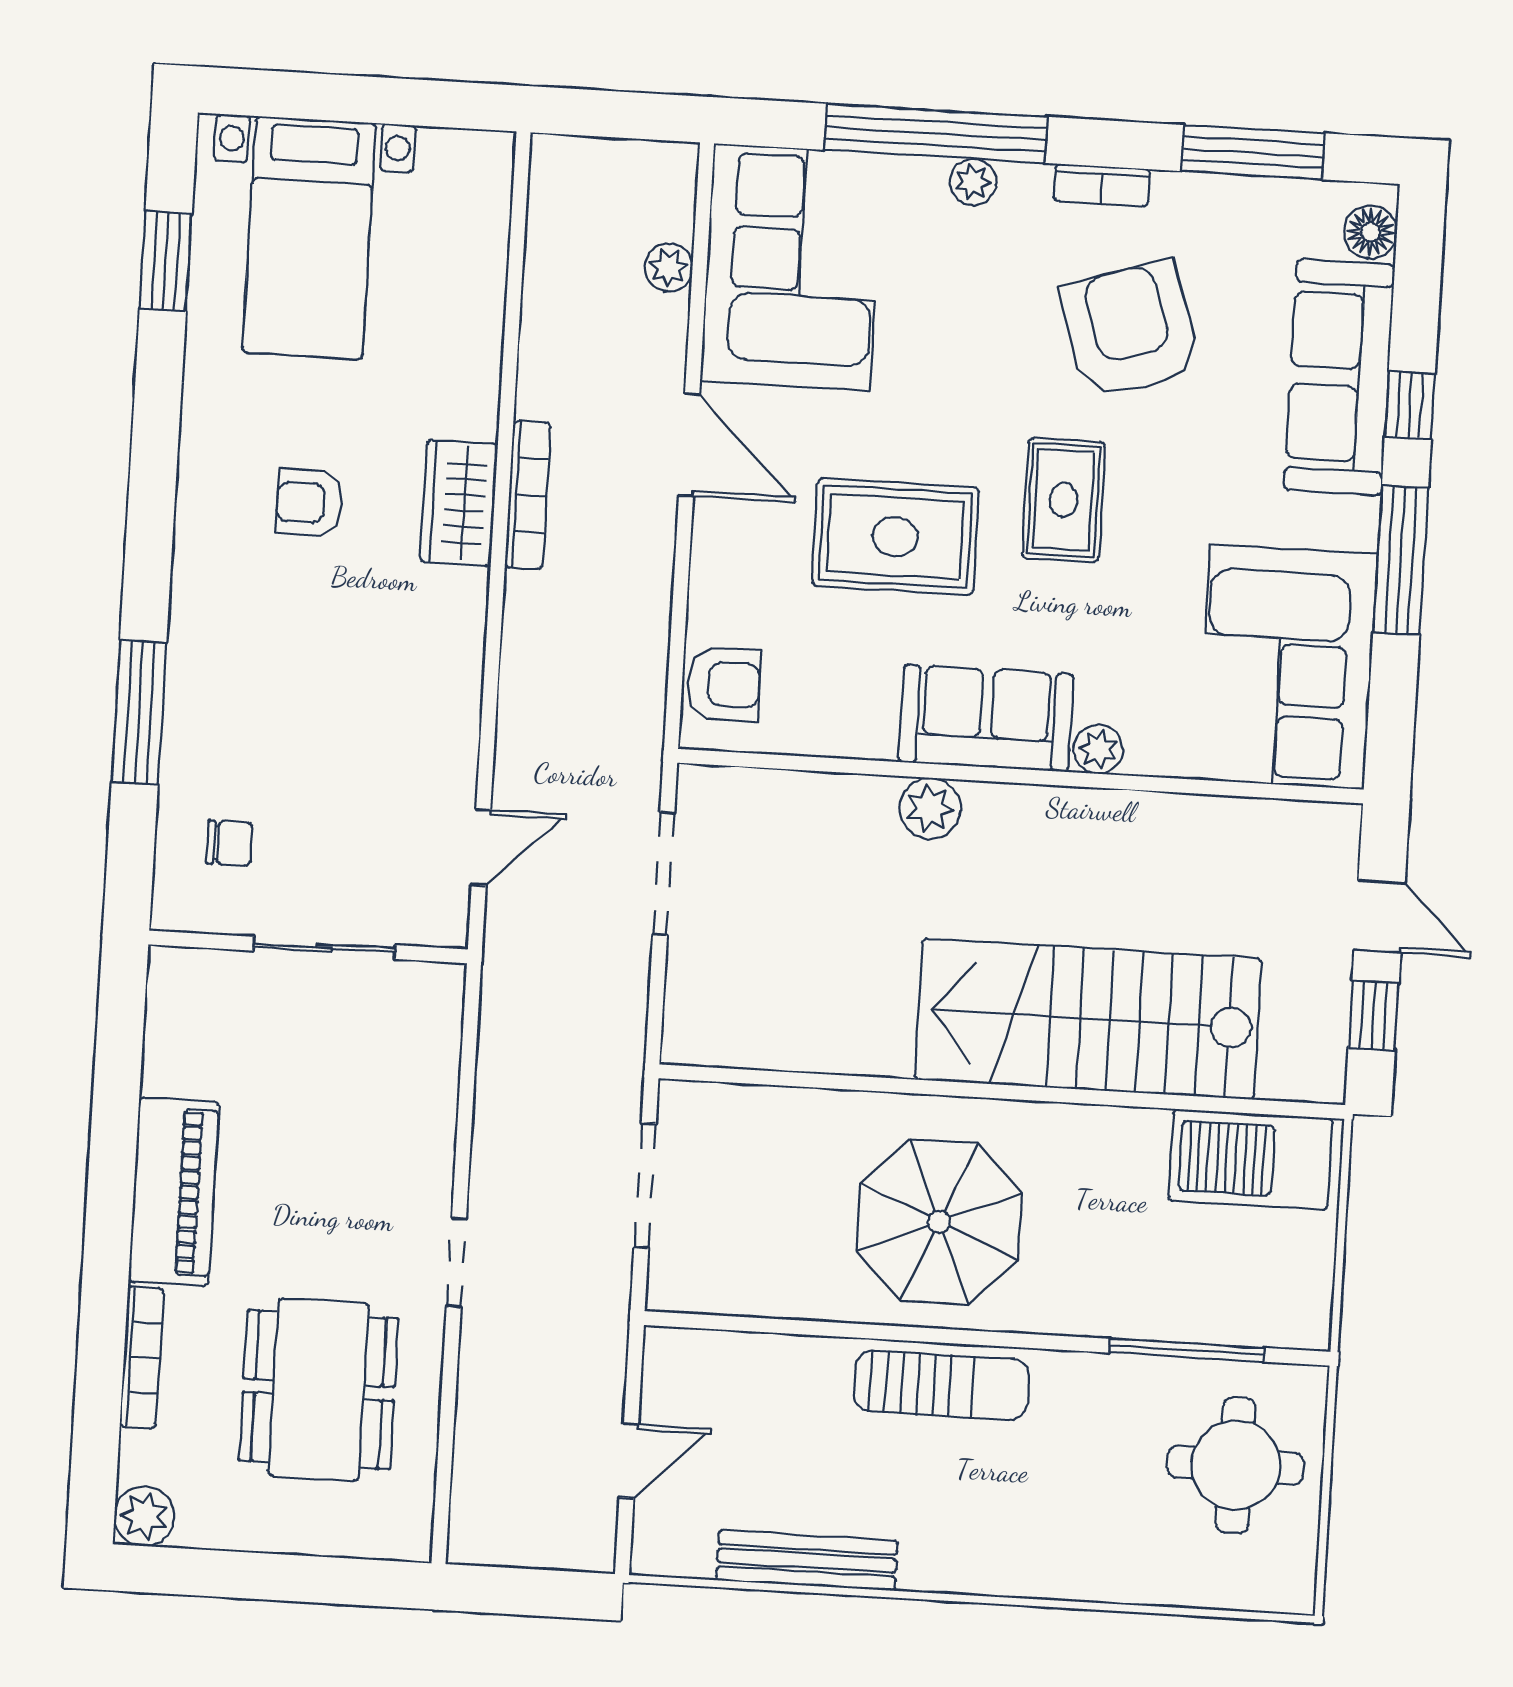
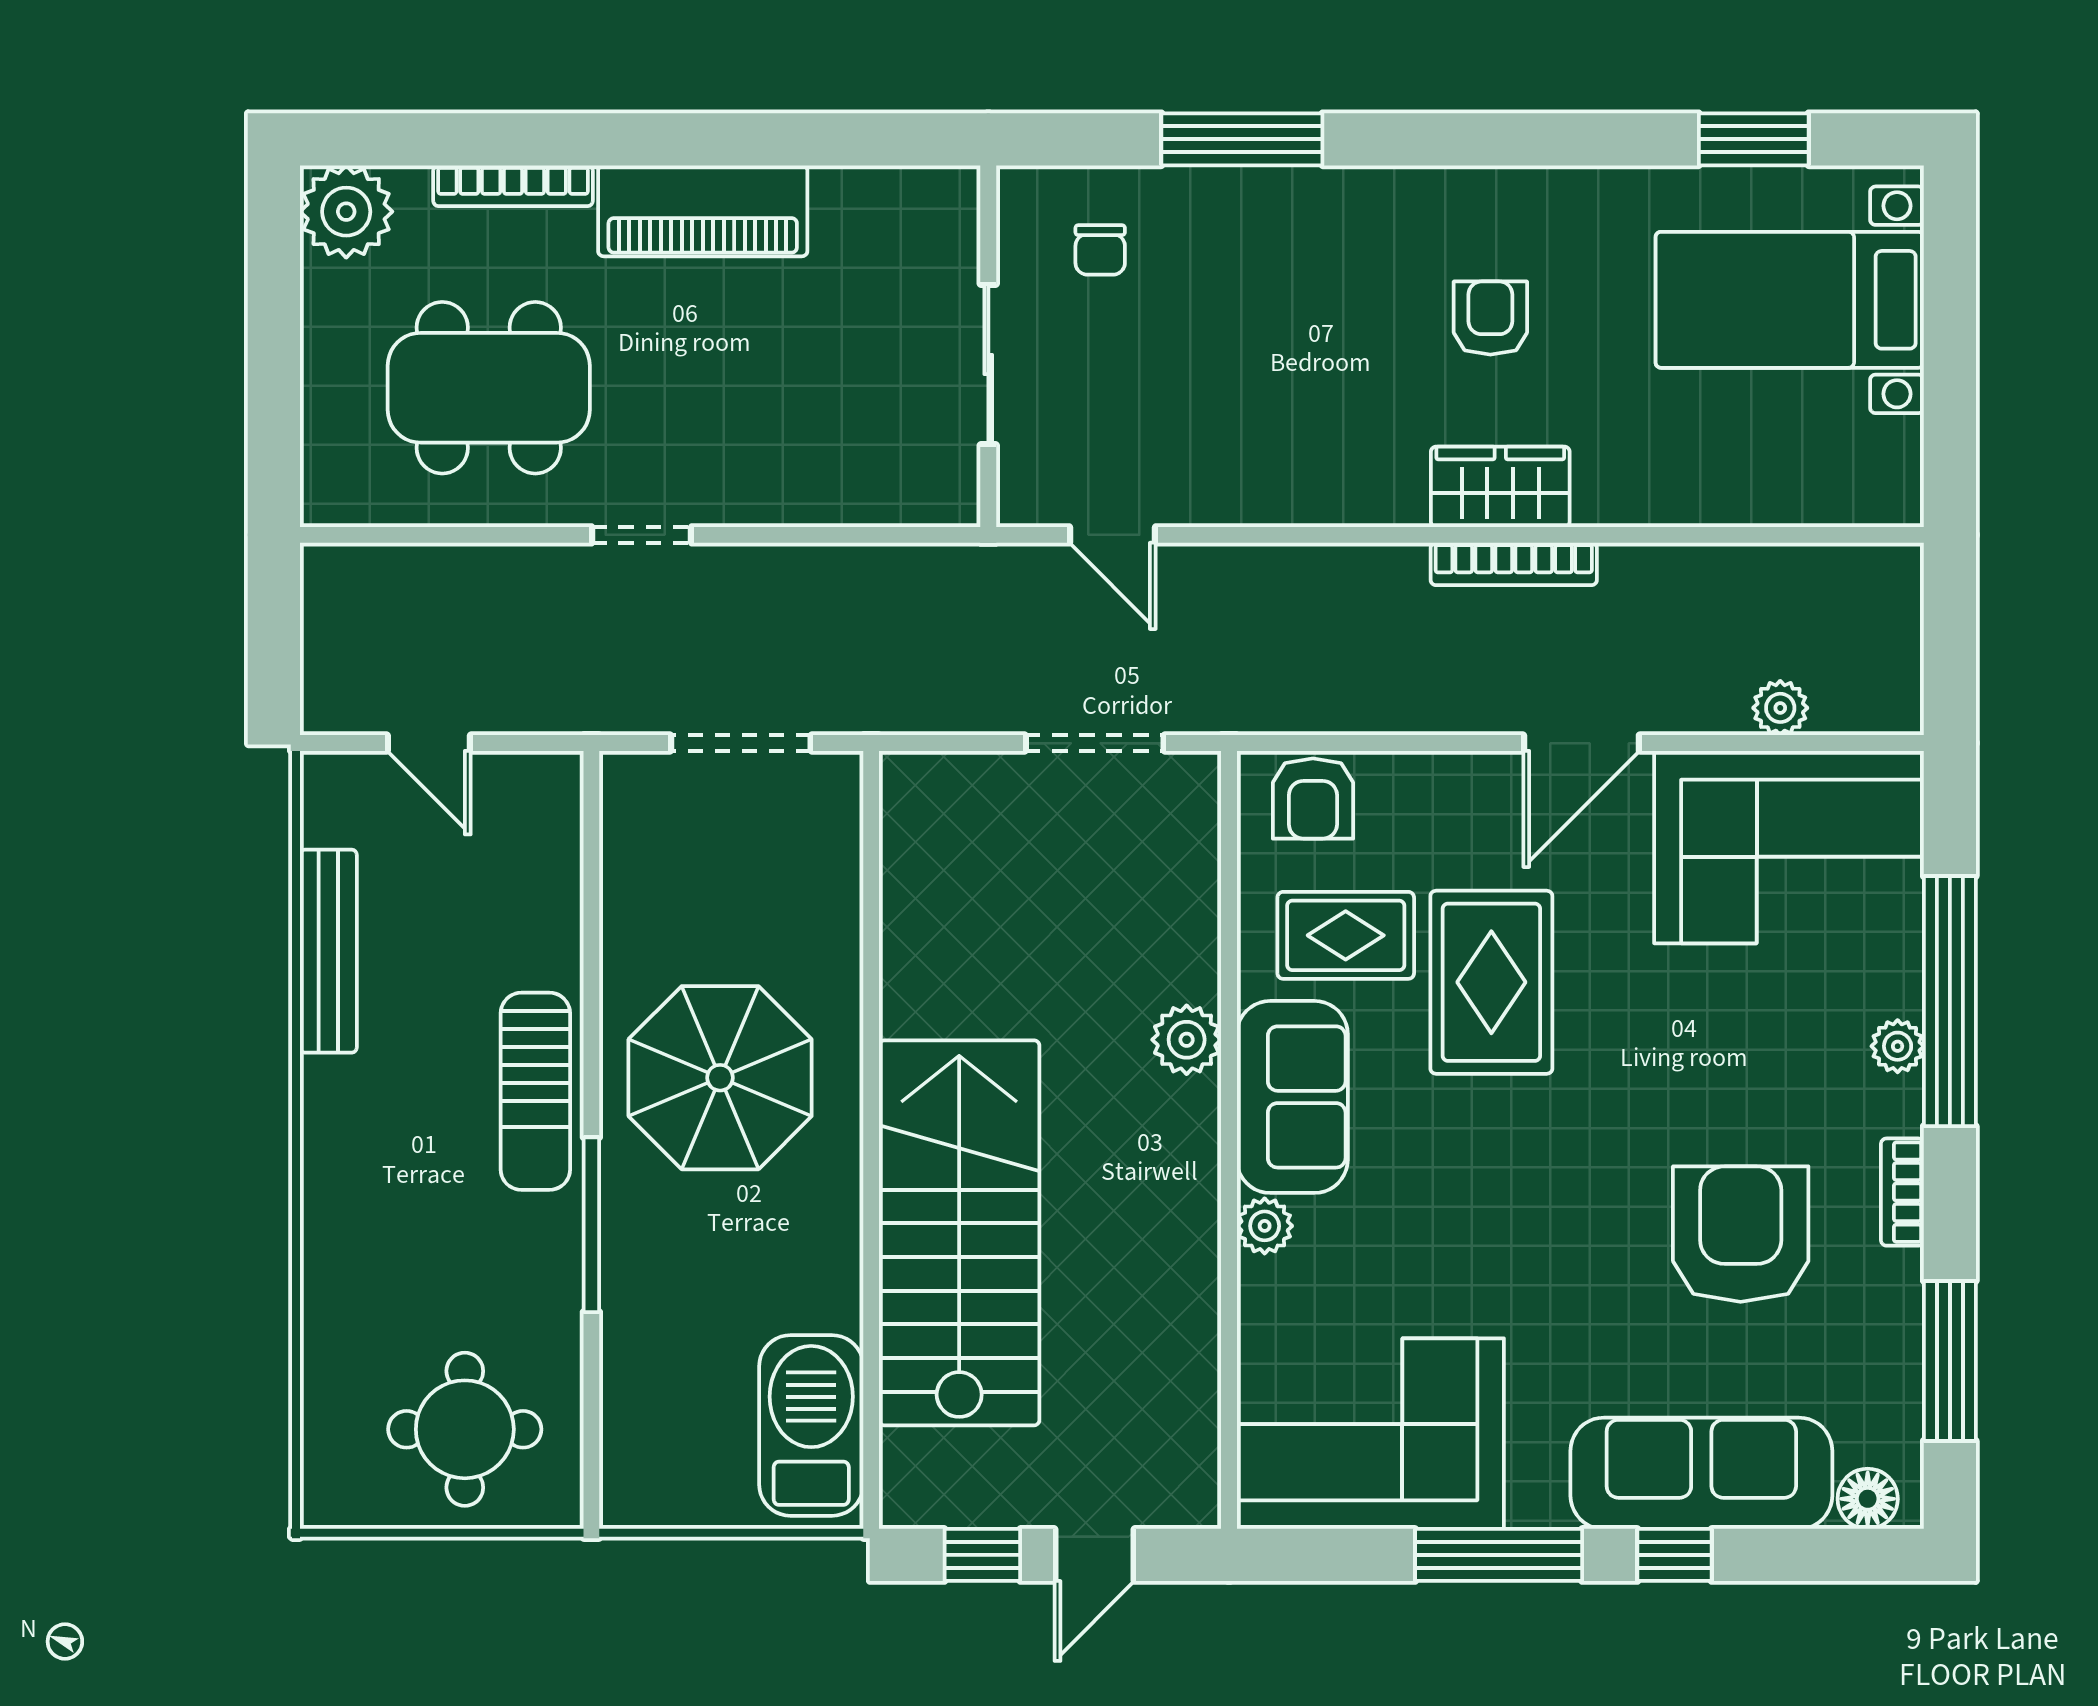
armchair: (1130, 330) -> (1741, 1234), turned -72
rug: (1064, 500) -> (1346, 935), moved
window: (1187, 1350) -> (591, 1225), moved
plant: (144, 1516) -> (346, 212), width x1.36, depth x1.36

